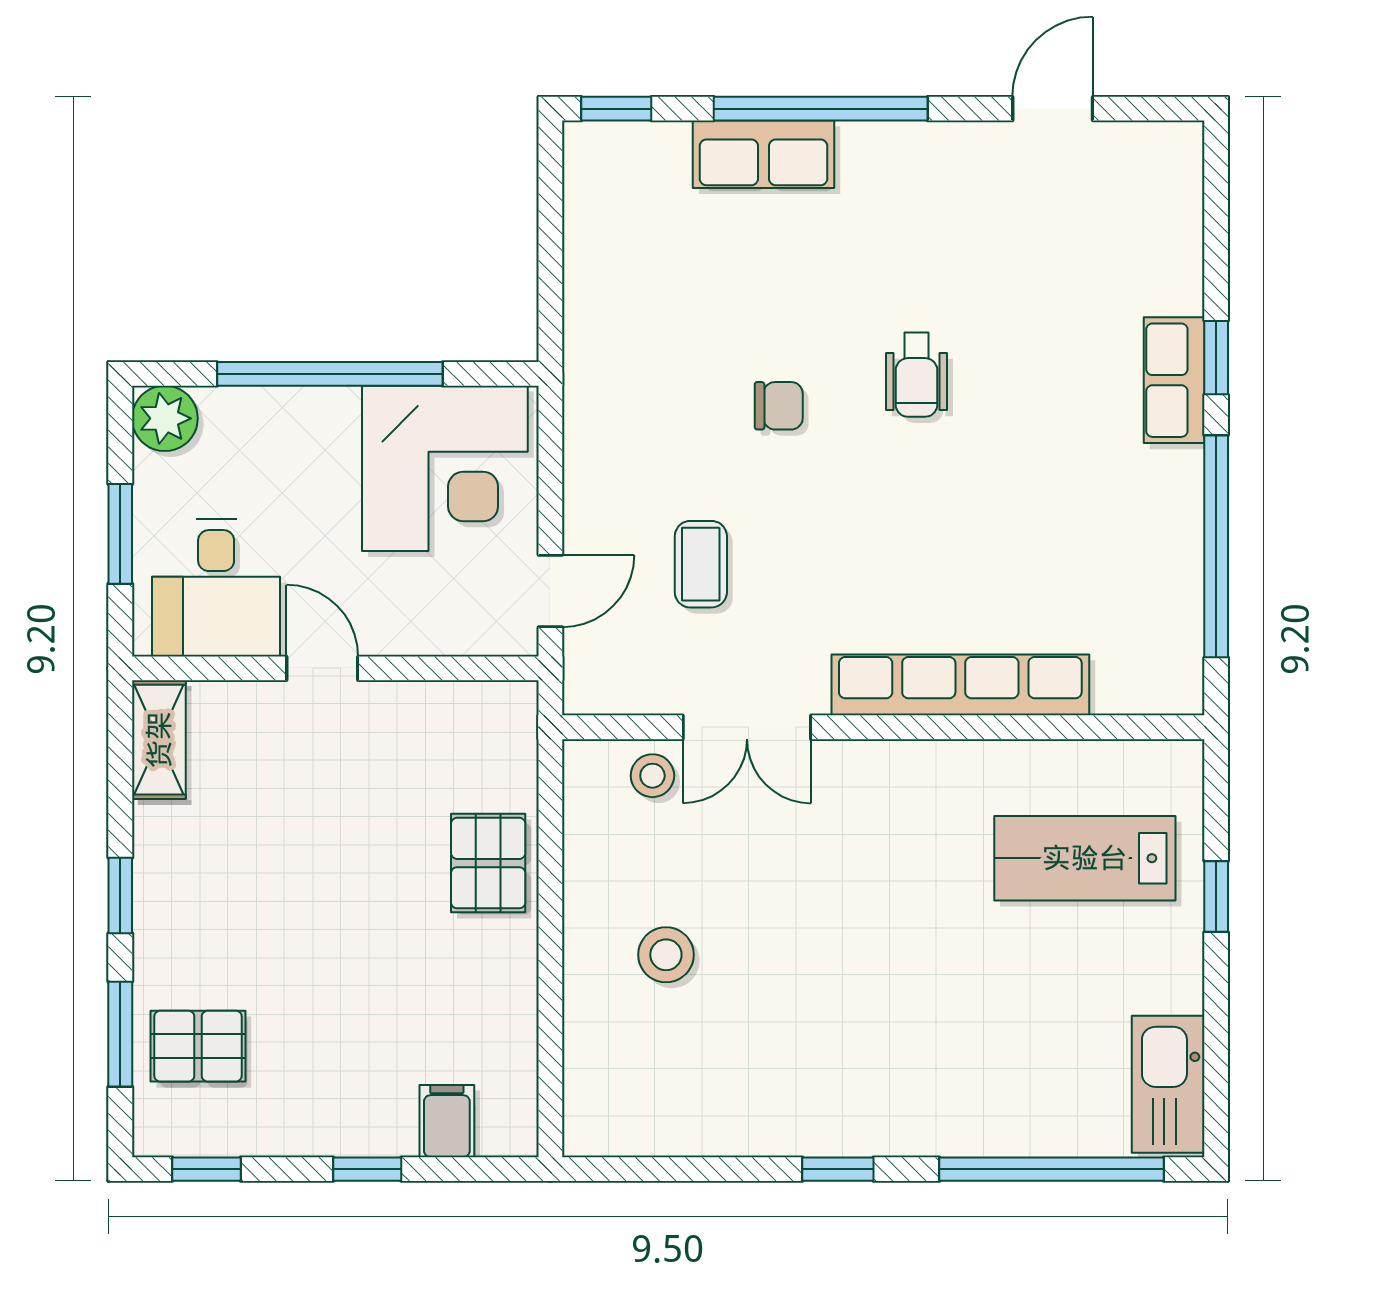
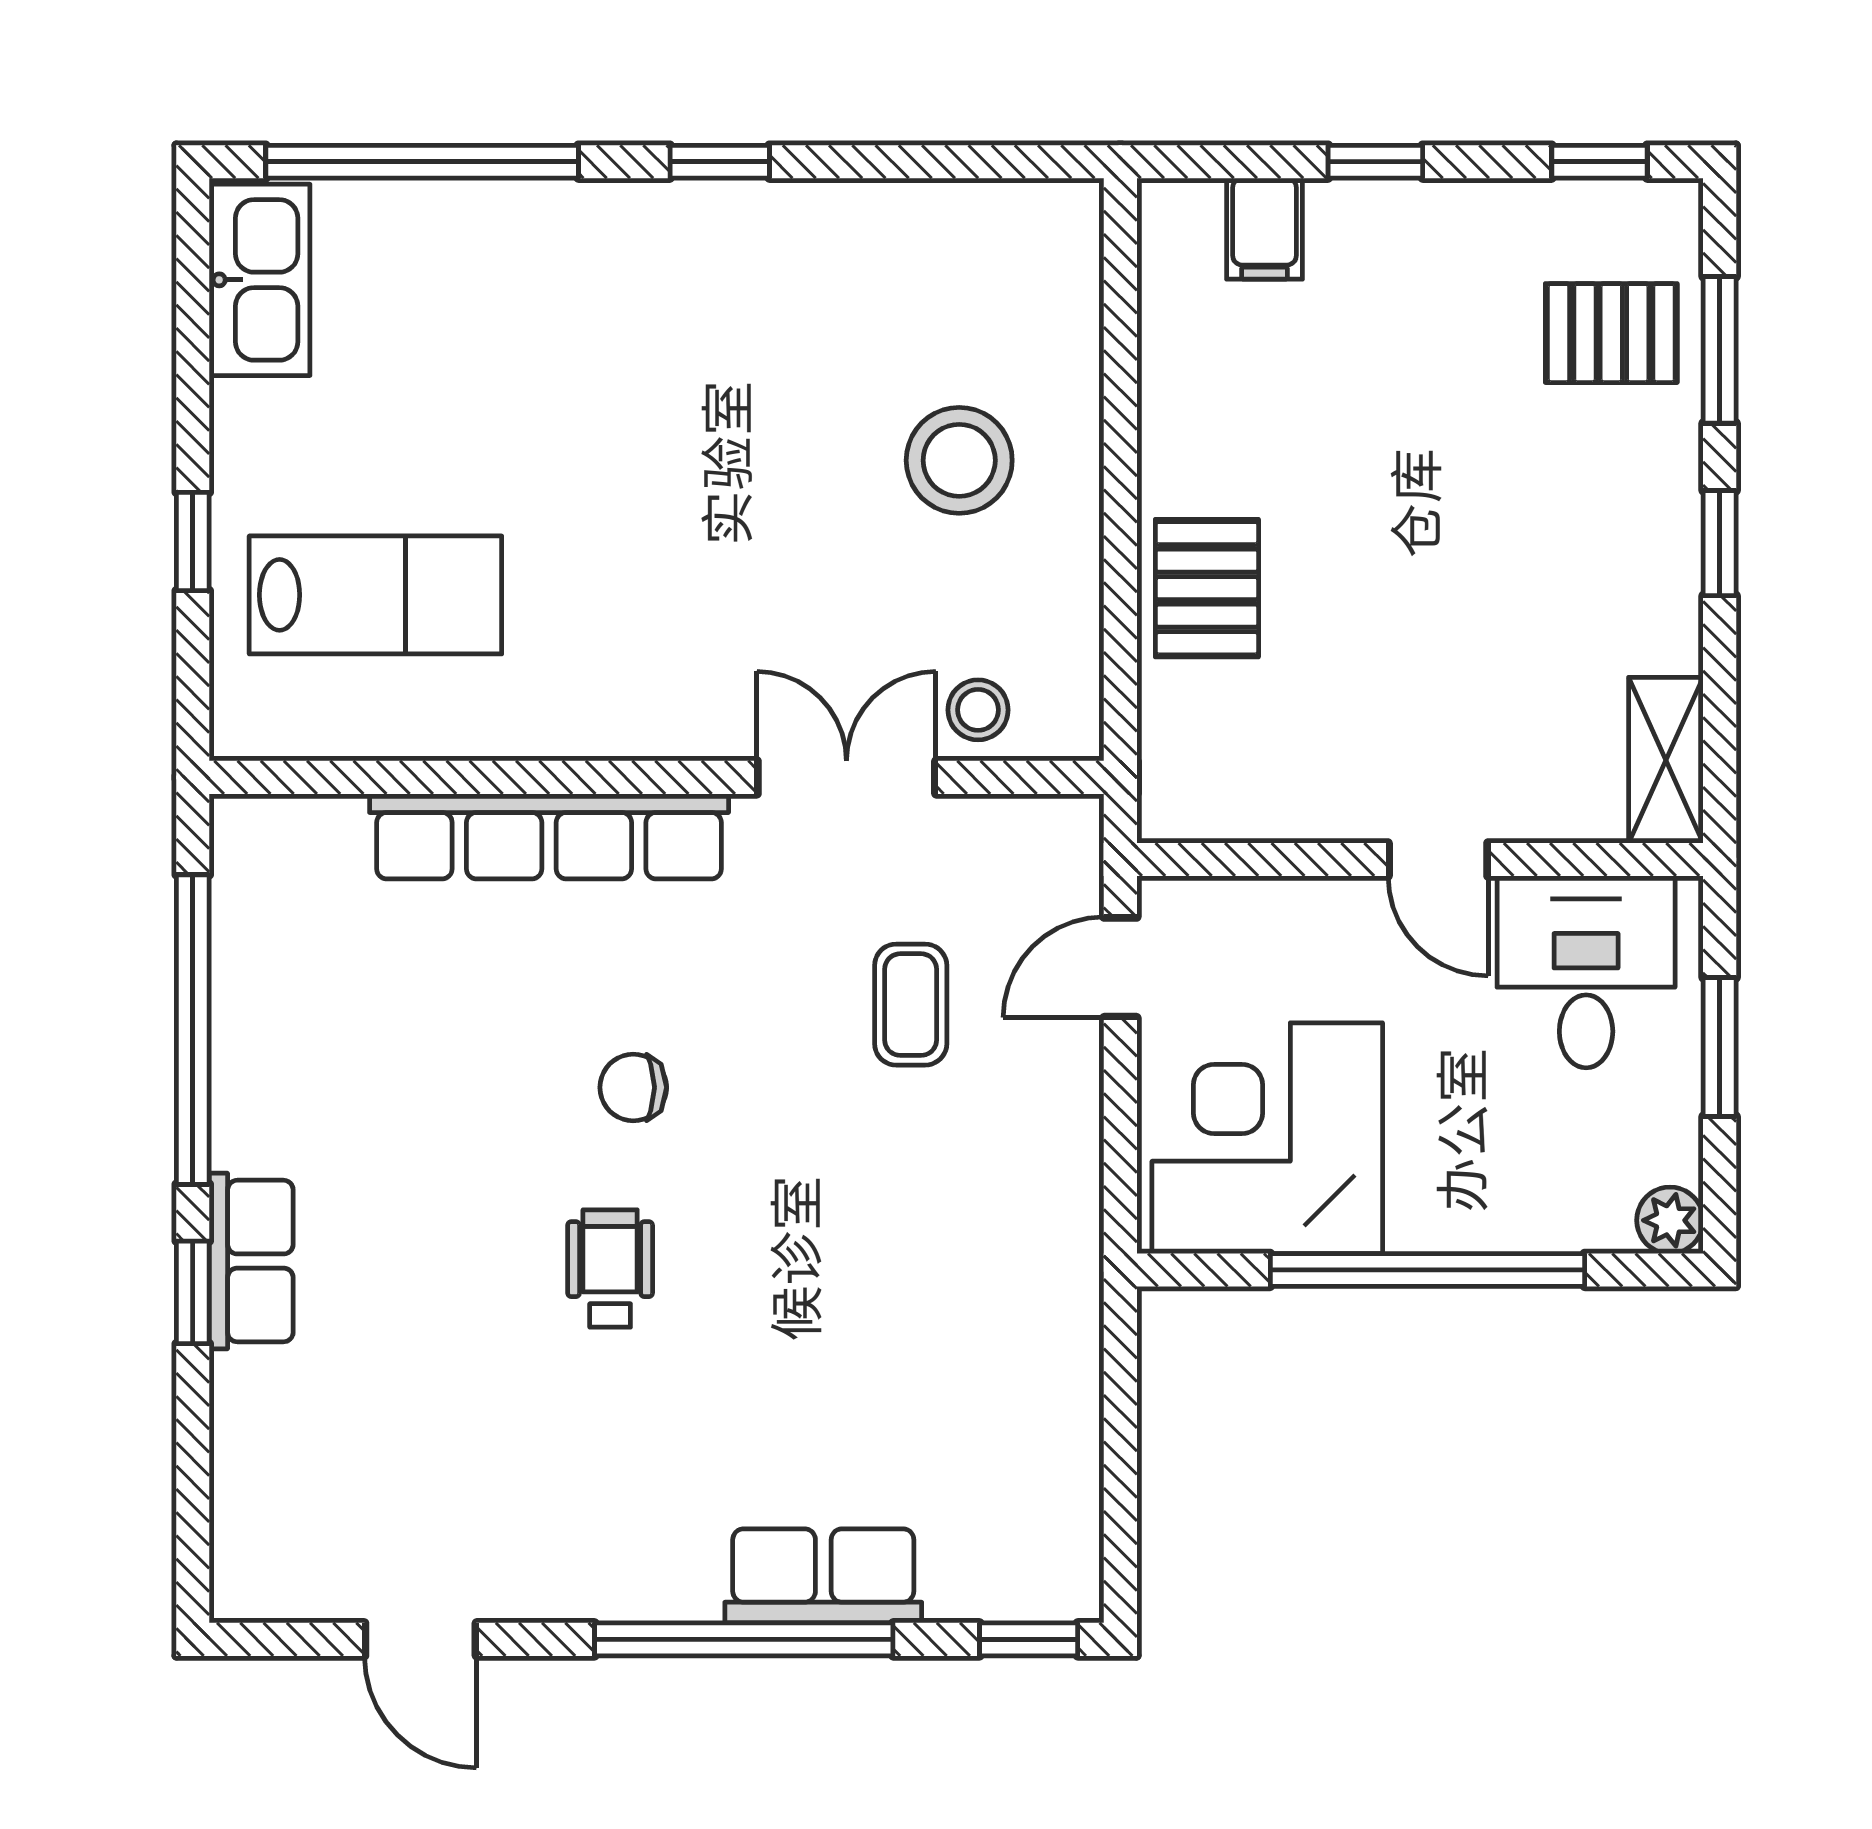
door: (1053, 109) -> (420, 1639), hinge flipped
chair: (779, 406) -> (633, 1087), moved
plant: (165, 418) -> (1670, 1220), width x0.73, depth x0.73
stool: (666, 955) -> (959, 460), width x1.38, depth x1.38

